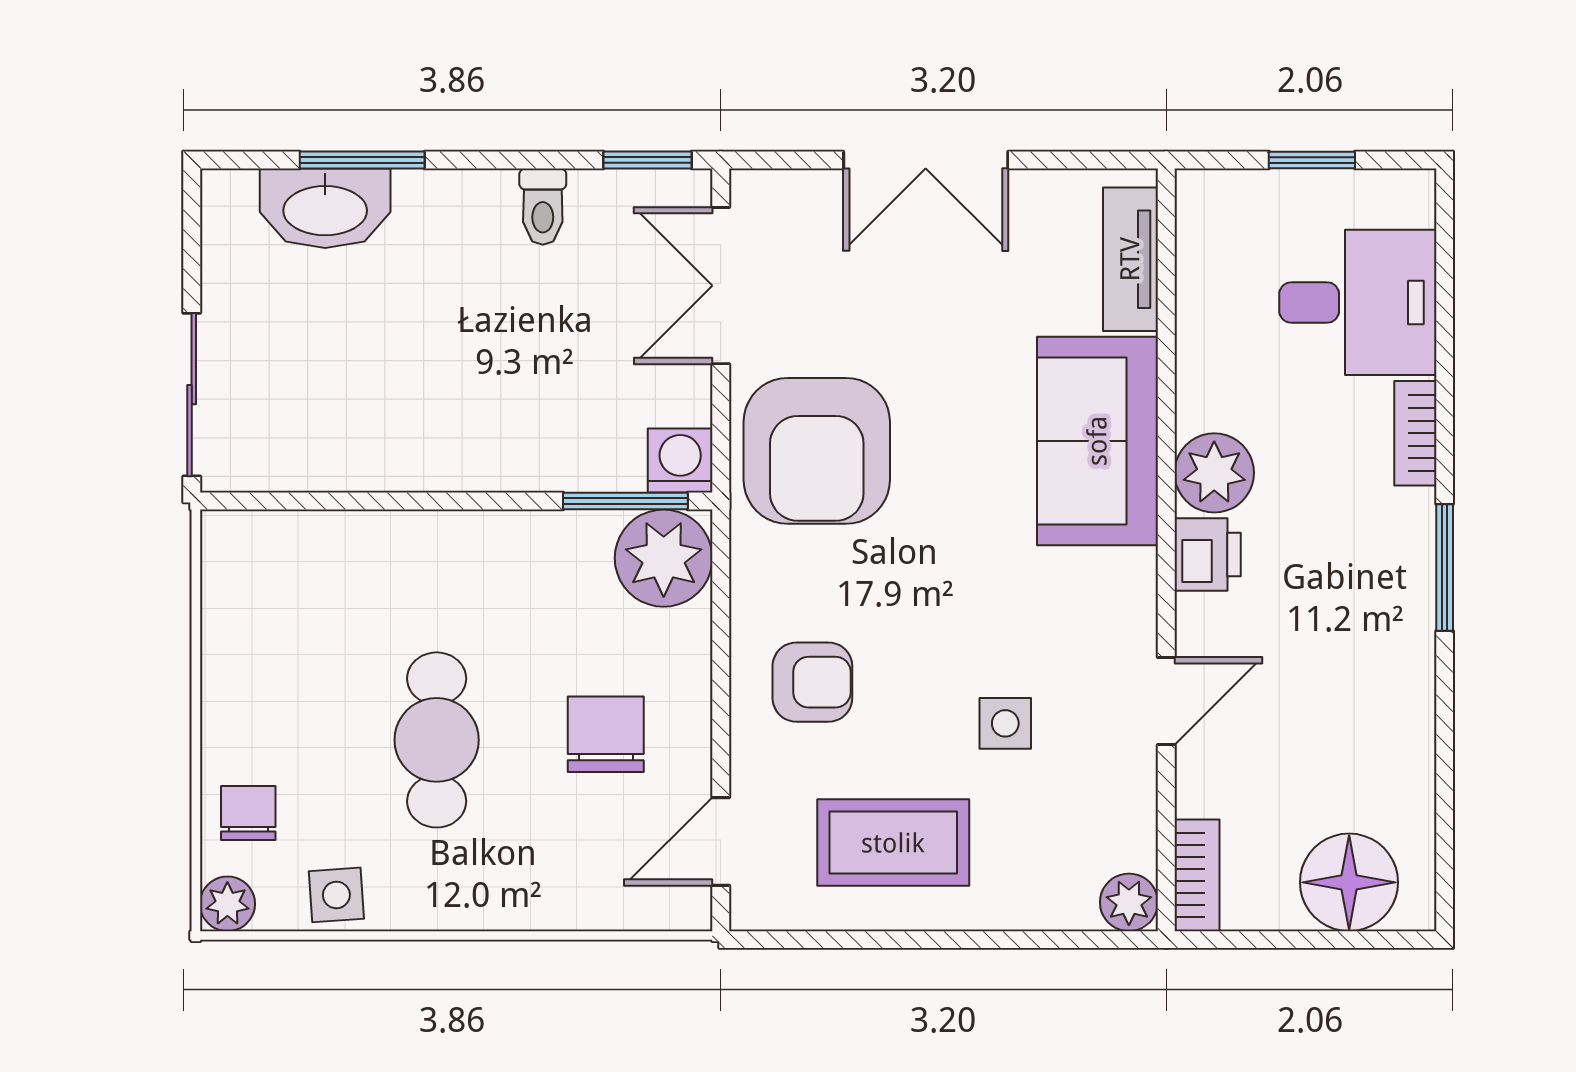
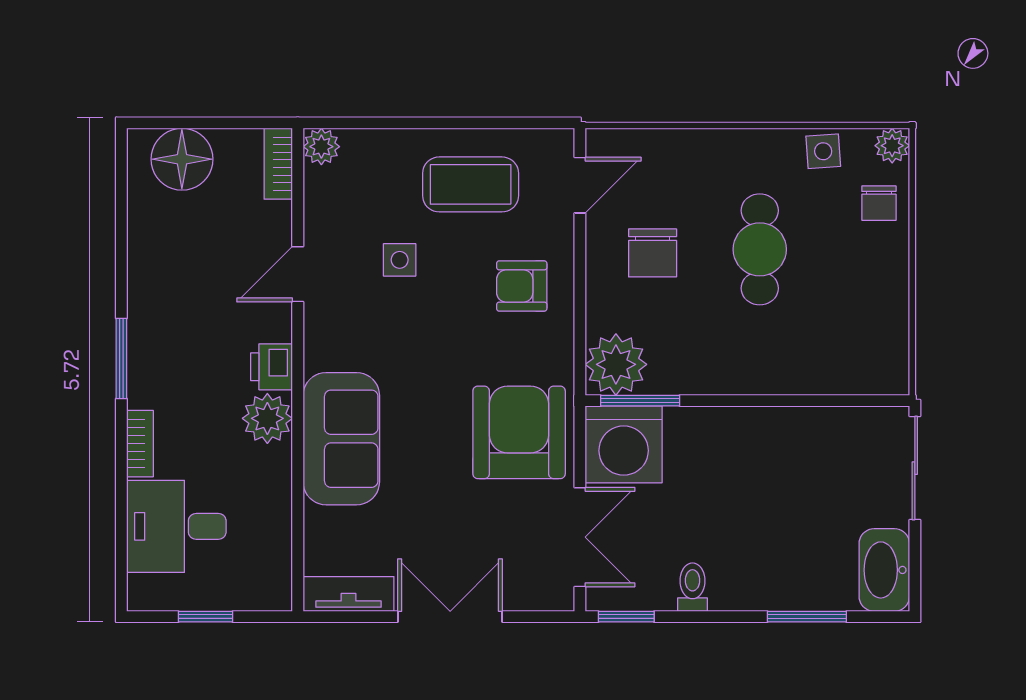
washbasin: (325, 208) -> (884, 570), moved, turned -90
tv unit: (1130, 259) -> (349, 594), moved, turned -90
washing machine: (680, 461) -> (624, 444), width x1.89, depth x1.89

